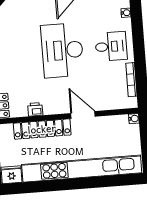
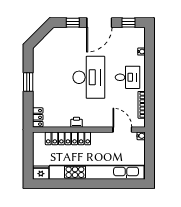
desk: (62, 50) -> (89, 77), turned 180
printer: (35, 109) -> (77, 122), moved
door: (83, 115) -> (122, 130), moved

